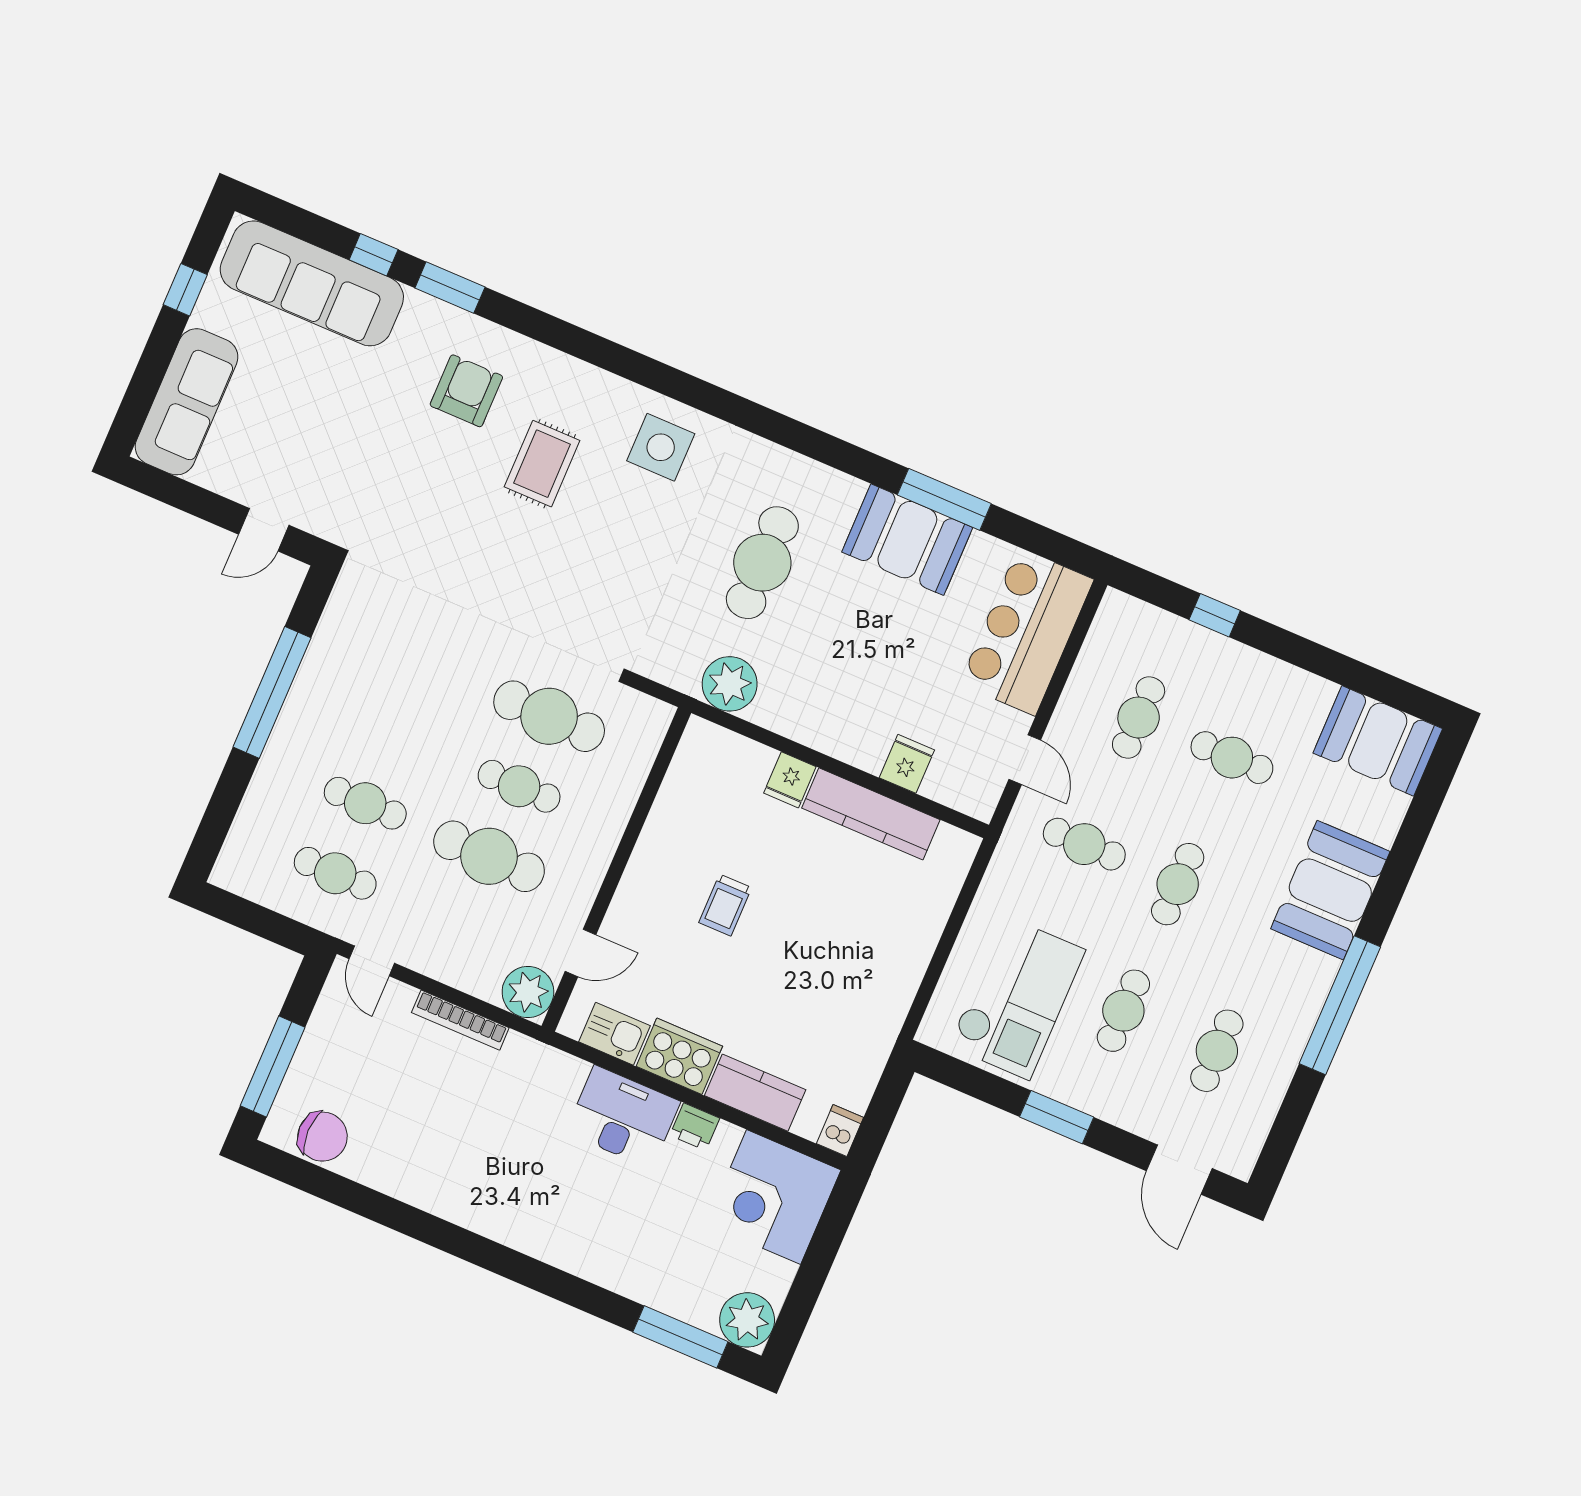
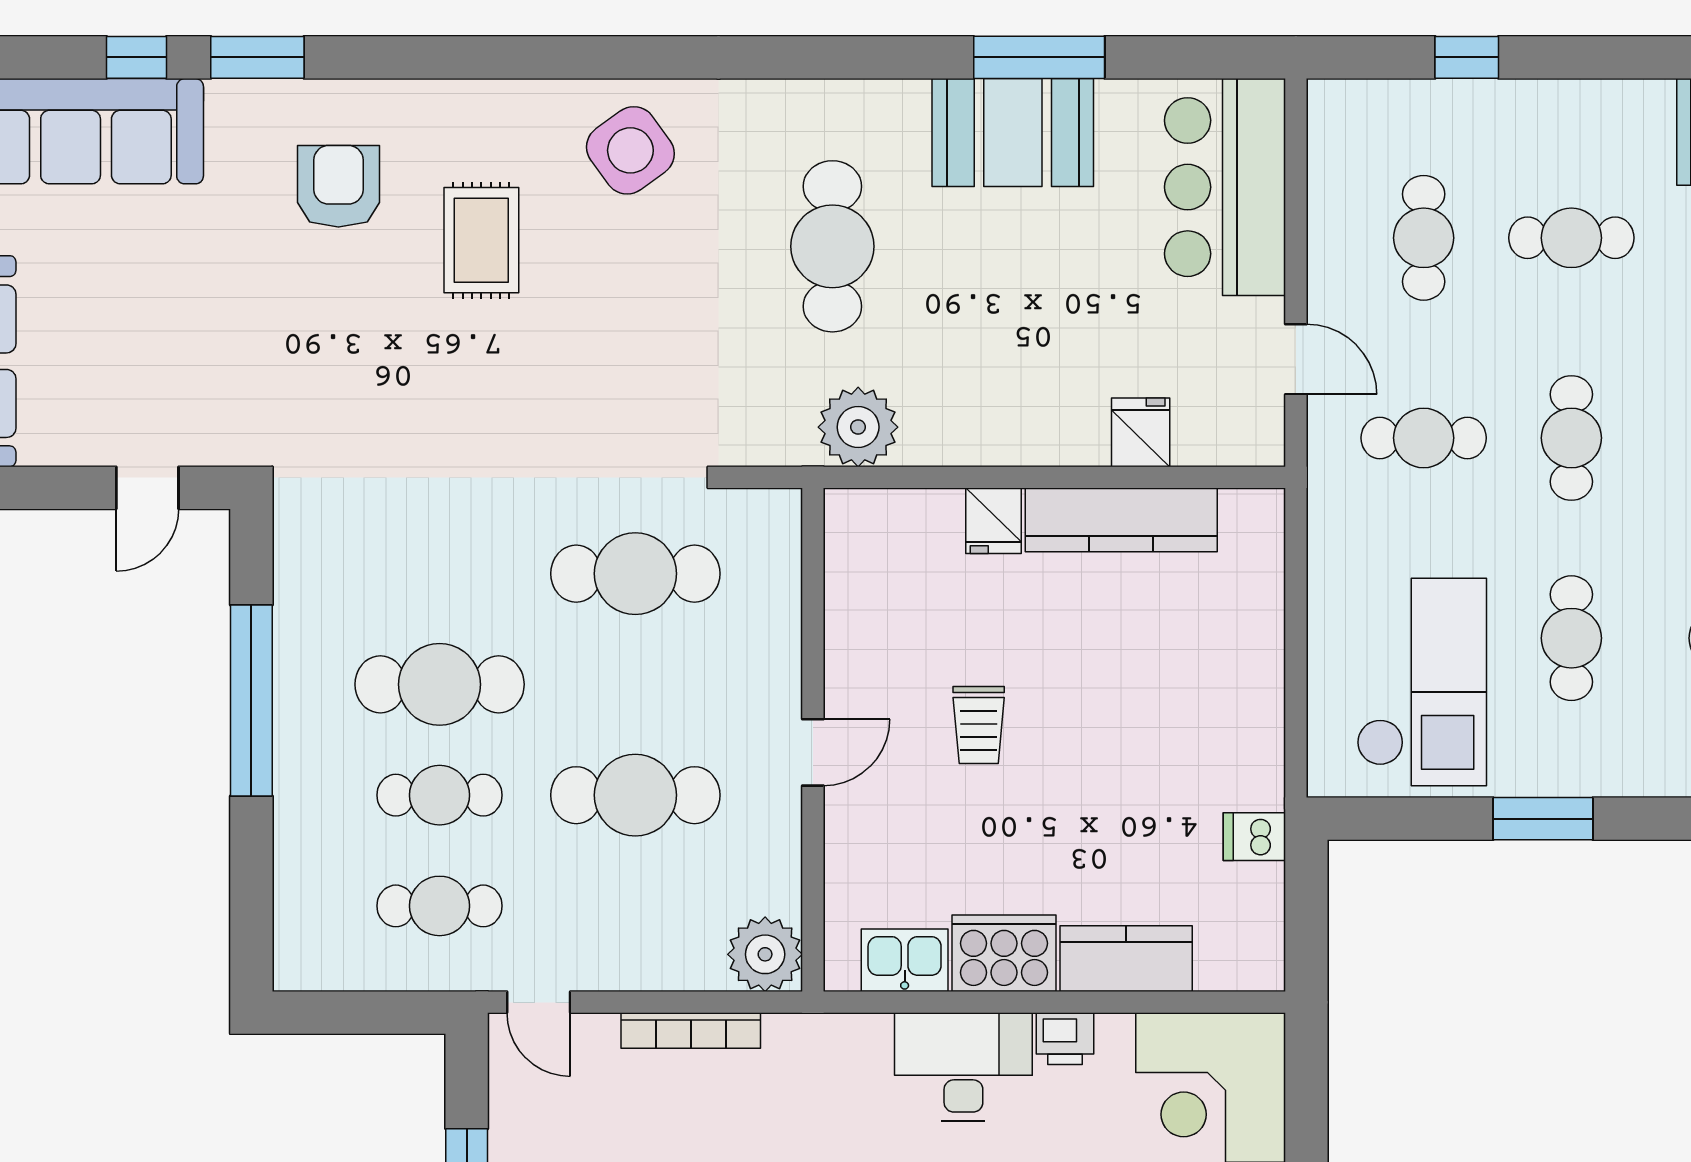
side table: (661, 447) -> (630, 150), turned -36
cafe table: (519, 786) -> (440, 684), moved, width x1.37, depth x1.35
door: (581, 953) -> (813, 752), moved
dishwasher: (840, 1131) -> (1254, 837), moved, turned -90

